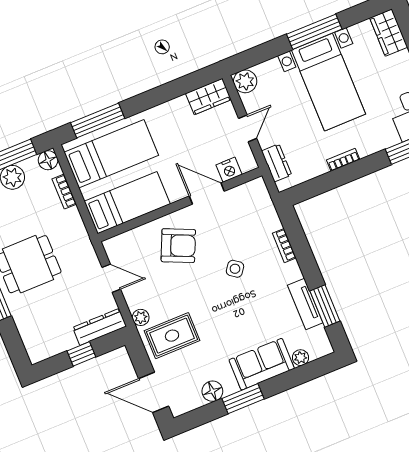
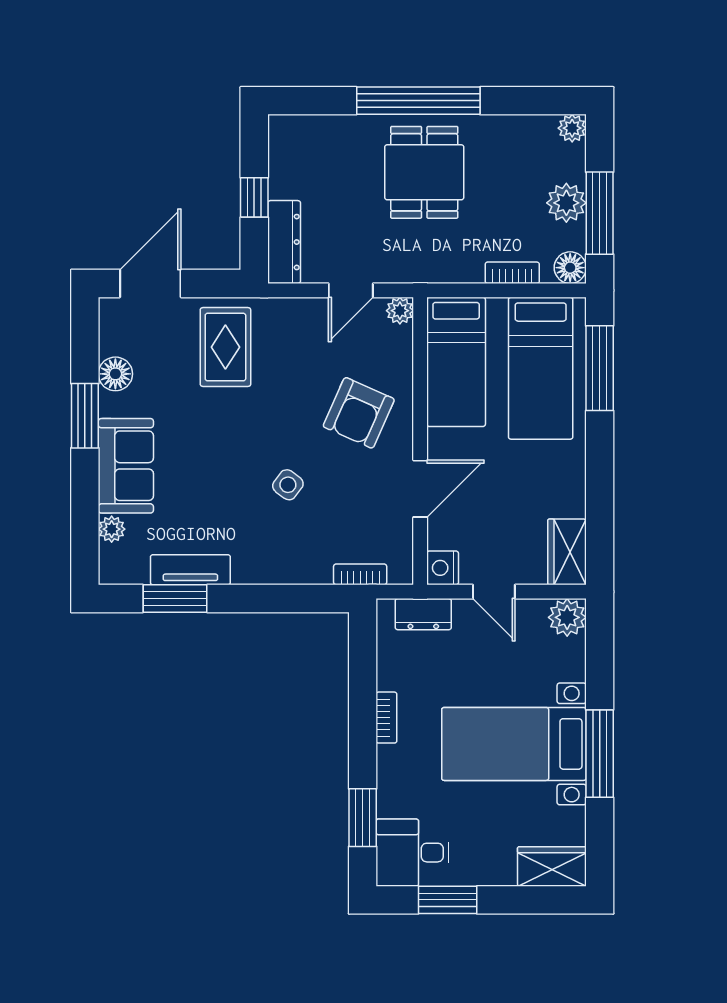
nightstand: (229, 170) -> (443, 568), moved
bookcase: (284, 246) -> (360, 574), moved
plant: (141, 317) -> (400, 311), moved

